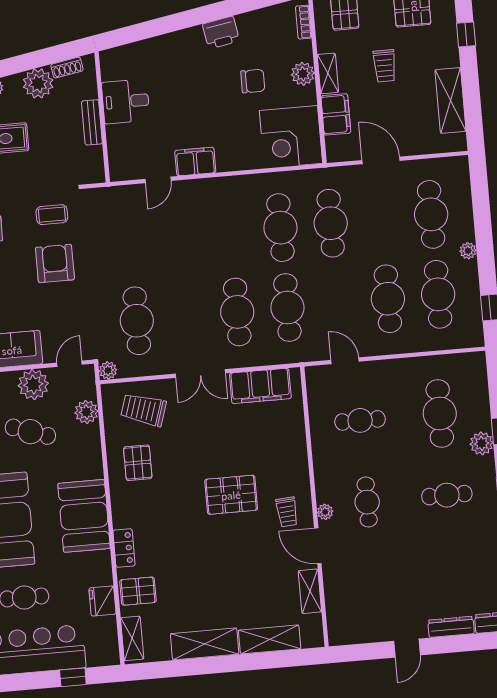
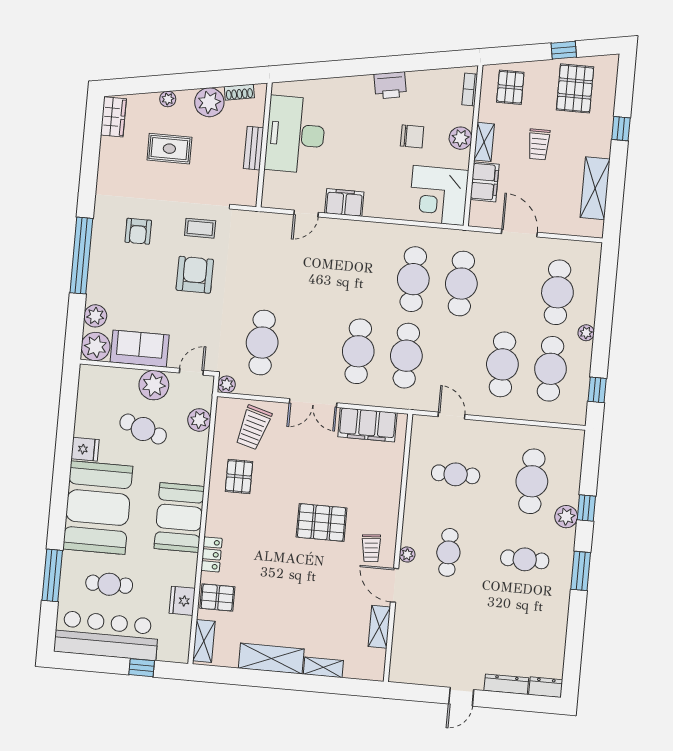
desk: (126, 101) -> (295, 135), width x1.87, depth x1.30
trolley: (143, 410) -> (253, 427), turned -92
shelving: (270, 639) -> (323, 667), width x0.67, depth x0.75

